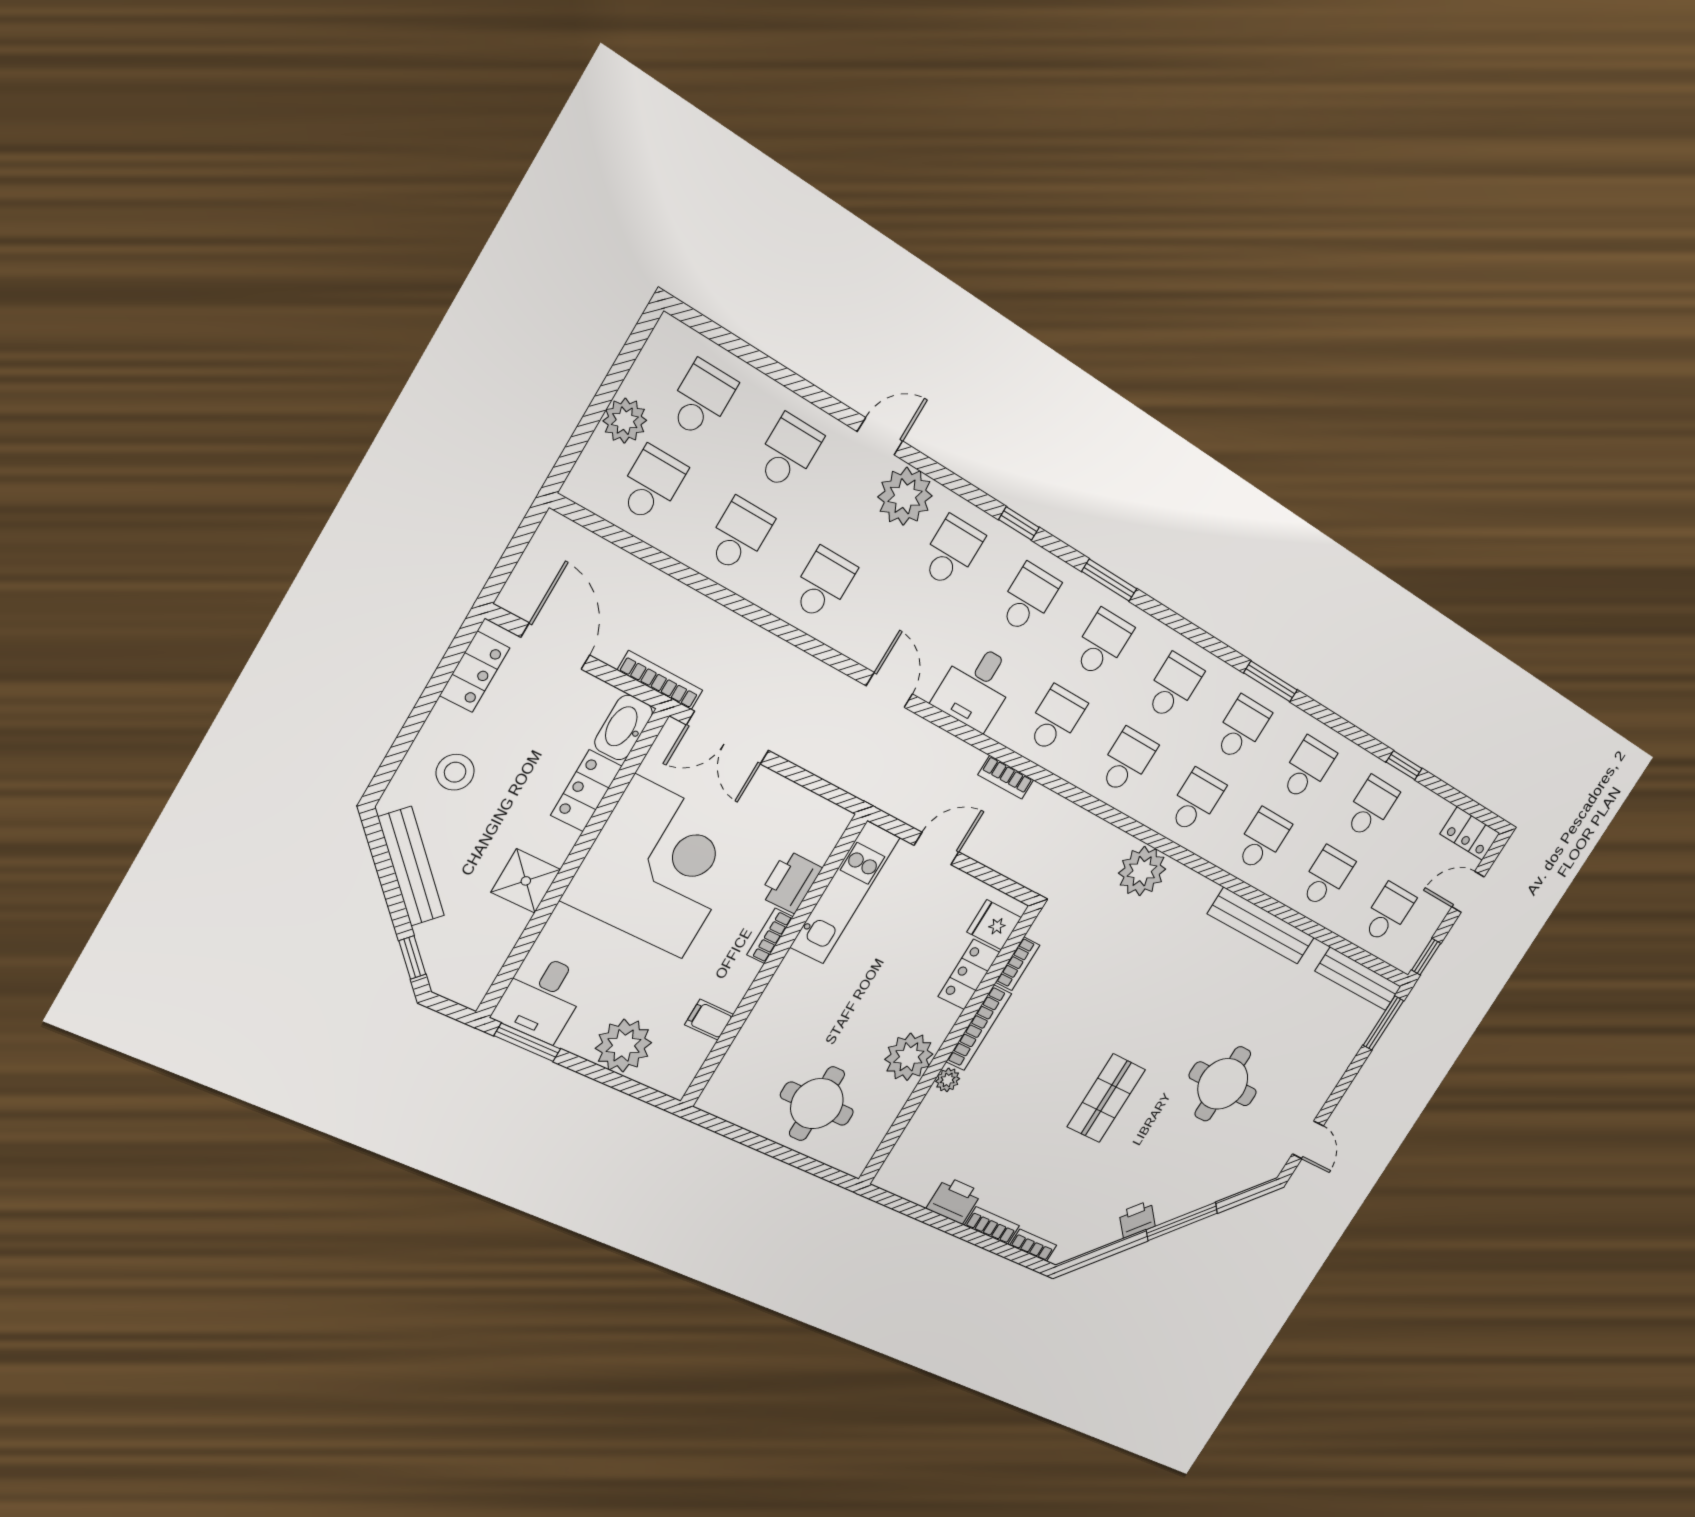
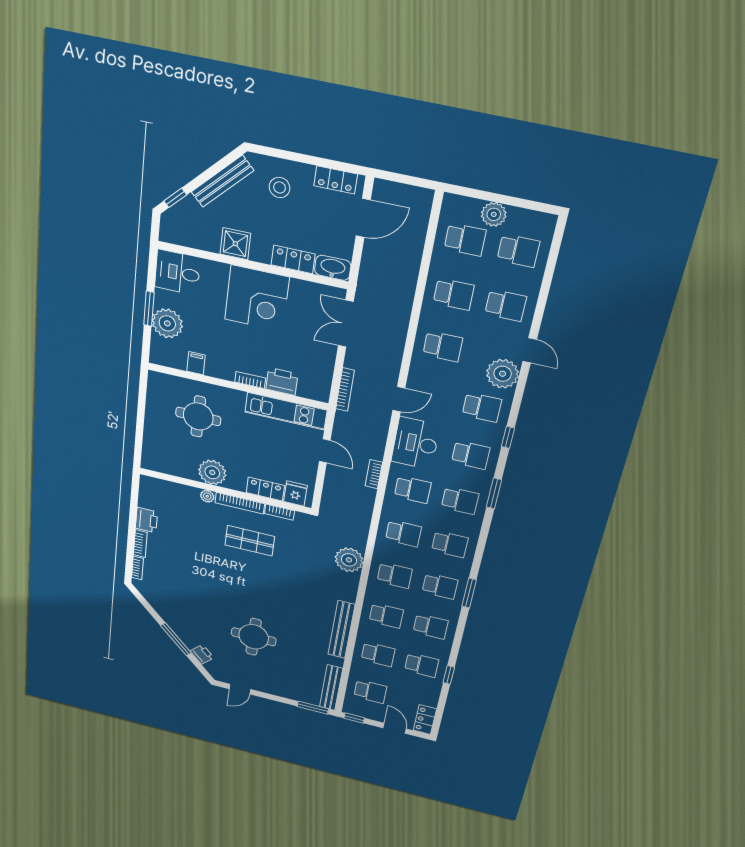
bookcase: (660, 680) -> (345, 390), moved
desk: (976, 687) -> (416, 443), width x1.37
corner desk: (659, 867) -> (257, 298), width x0.74, depth x0.74
window: (527, 1042) -> (149, 309), moved
shop shelf: (1106, 1098) -> (250, 541), moved
round table: (817, 1104) -> (198, 416), moved
printer: (1137, 1219) -> (202, 654), moved

